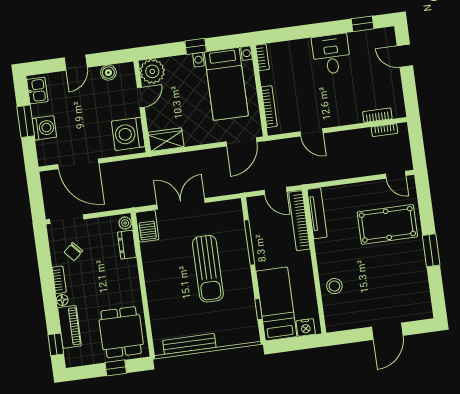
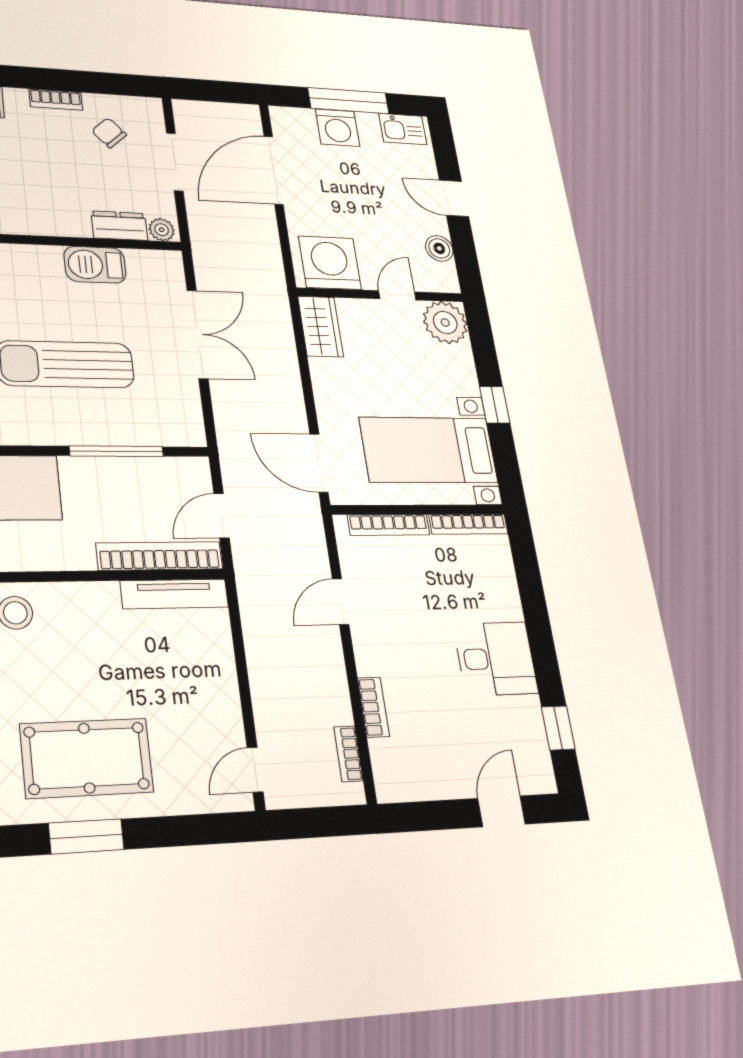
bookcase: (262, 57) -> (468, 524), width x1.56
door: (141, 97) -> (397, 295), swing flipped
bookcase: (377, 115) -> (373, 707), moved
window: (26, 121) -> (348, 101), width x1.44
doorway: (67, 219) -> (175, 162), moved
pool table: (387, 224) -> (87, 758), moved, turned 90
barbecue: (147, 226) -> (95, 265), moved
floor lamp: (62, 300) -> (16, 97), removed

